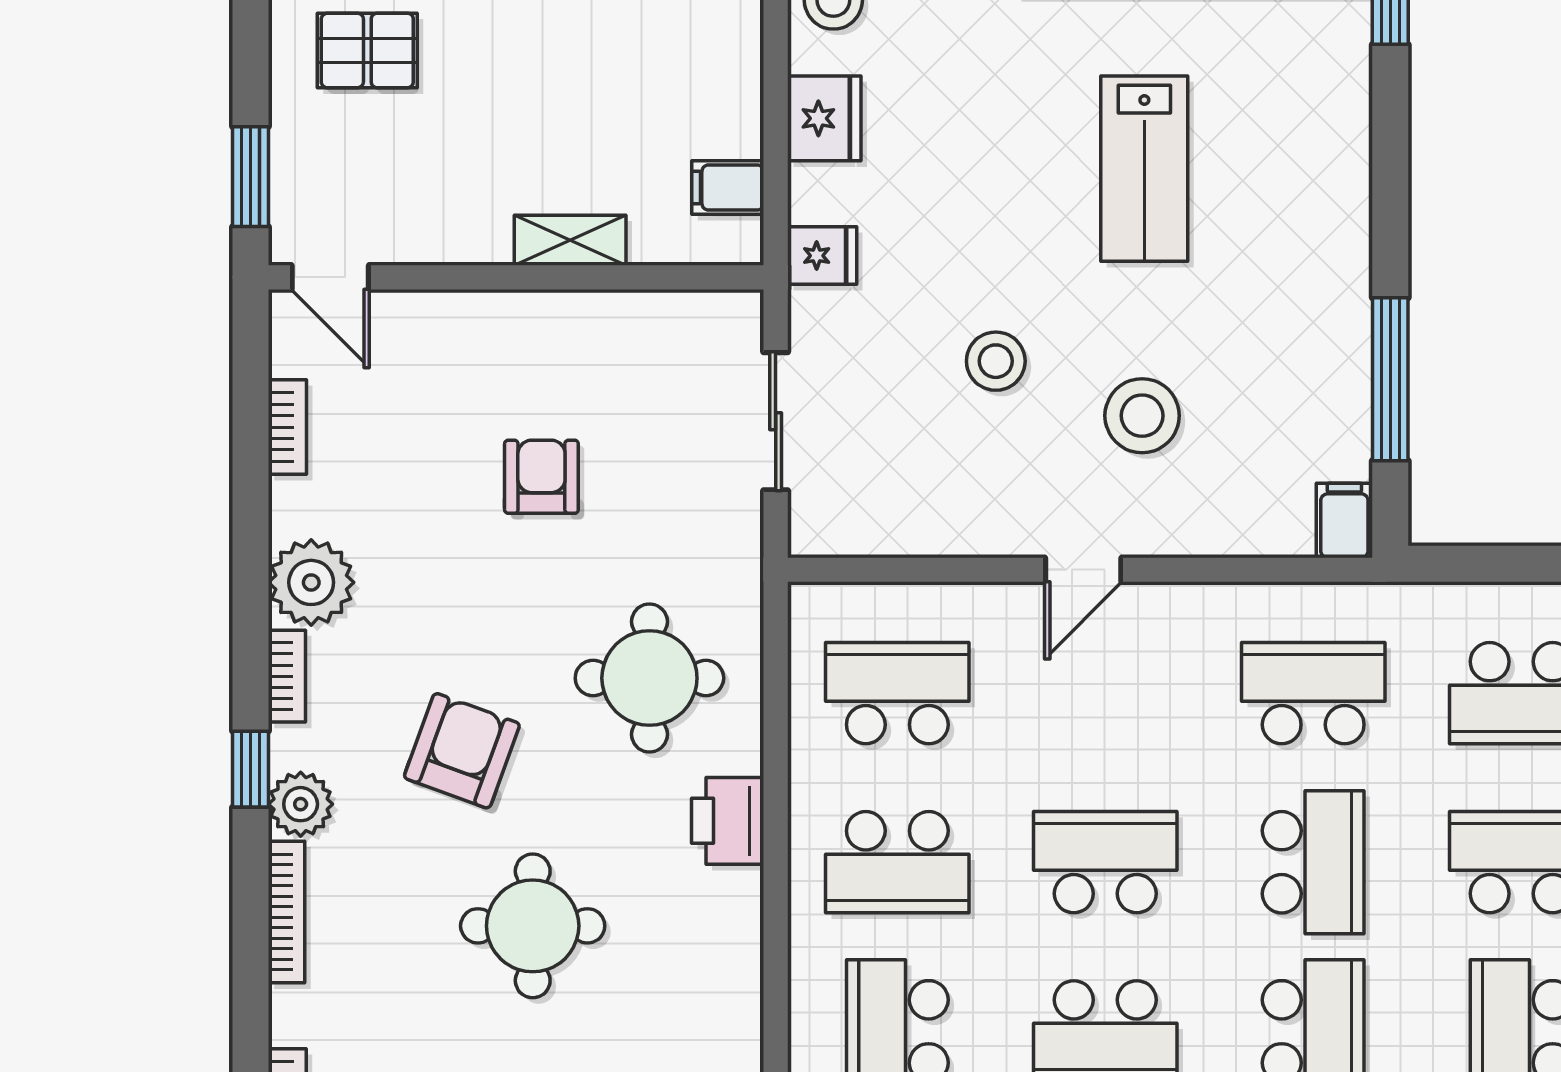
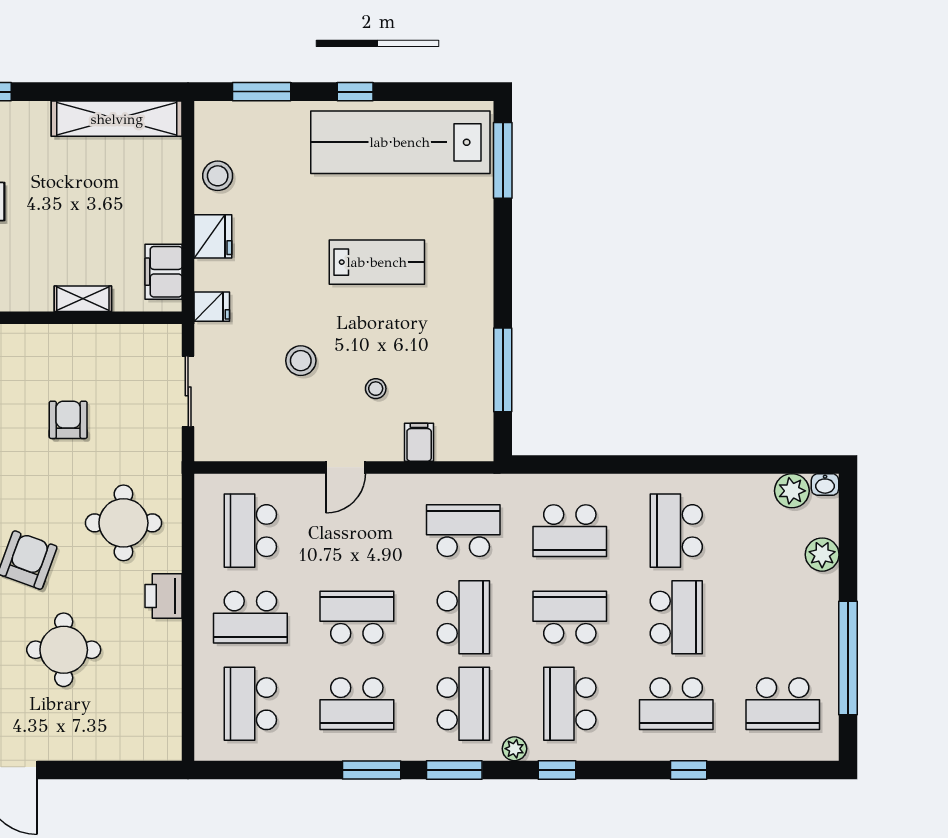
lab bench: (1144, 169) -> (377, 262), turned -90
filing cabinet: (728, 187) -> (164, 272), width x2.00
stool: (1142, 416) -> (376, 389), width x0.53, depth x0.53
filing cabinet: (1344, 521) -> (419, 442), moved
school desk: (897, 693) -> (250, 531), turned -90

